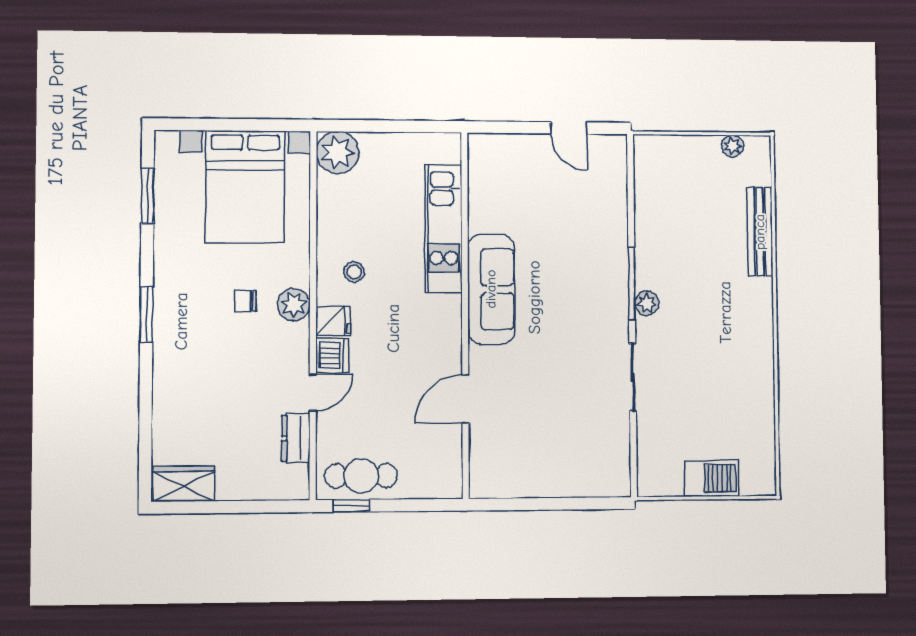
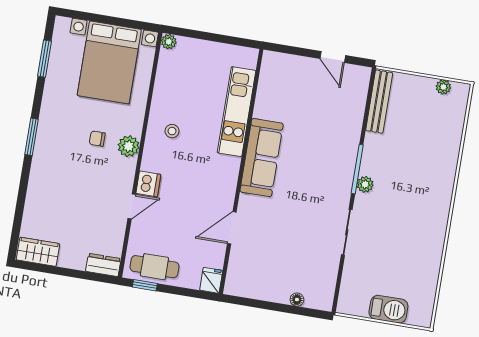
plant: (338, 153) -> (169, 42), width x0.53, depth x0.53
bench: (760, 232) -> (379, 102), moved
fridge: (333, 321) -> (211, 280), moved, turned -90
dresser: (296, 438) -> (103, 265), moved, turned 90
floor lamp: (578, 488) -> (297, 300), added

